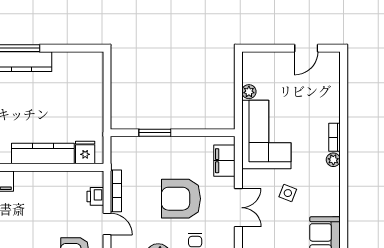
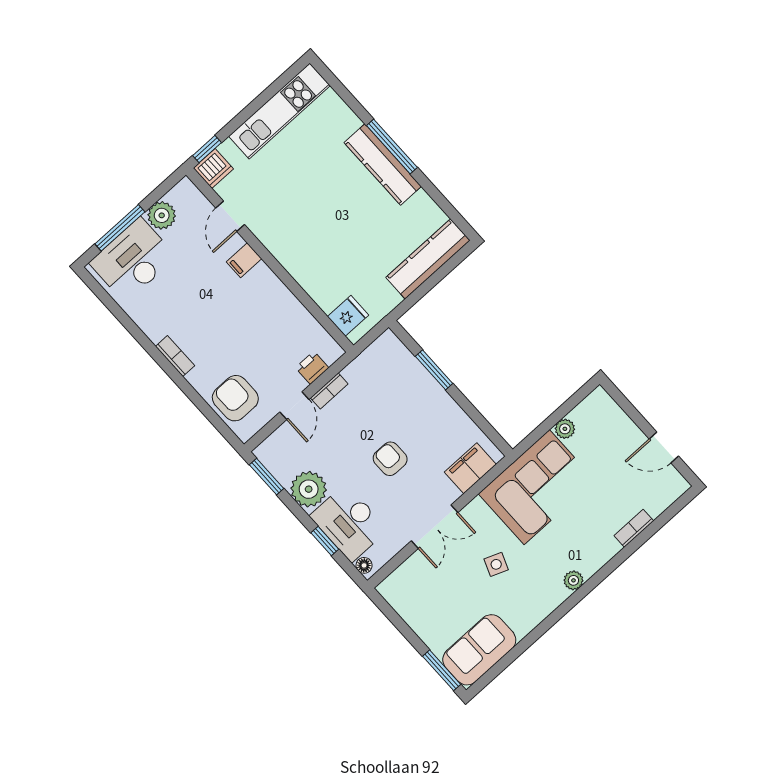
bookcase: (335, 137) -> (634, 528), moved
kitchen counter: (43, 153) -> (428, 259), moved, turned -90
bookcase: (116, 191) -> (329, 391), width x0.64
armchair: (181, 199) -> (390, 459), width x0.53, depth x0.53

